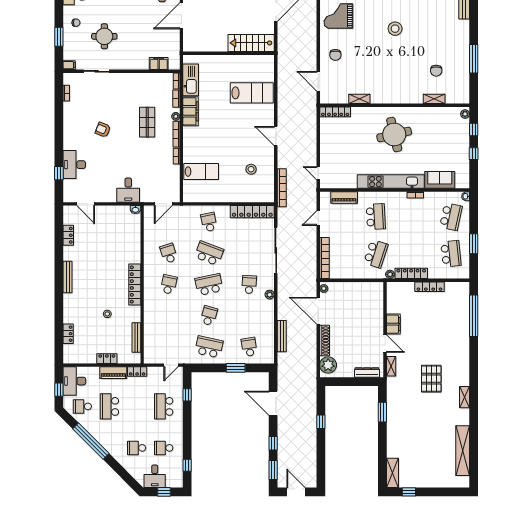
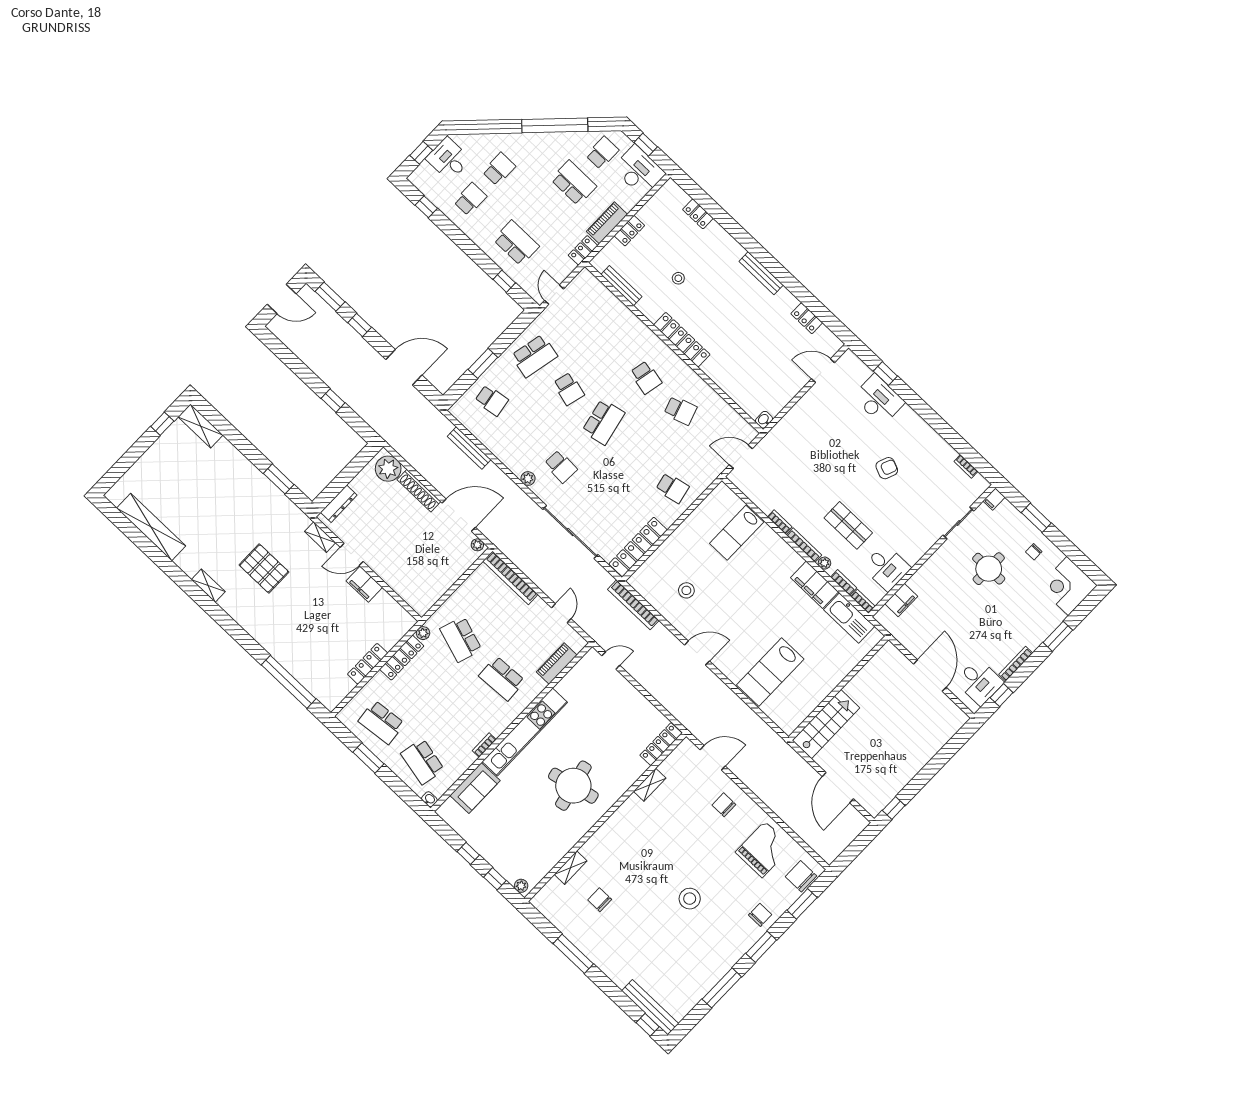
desk: (128, 190) -> (887, 568), moved, turned 180
door: (163, 204) -> (741, 457), hinge flipped
school desk: (209, 253) -> (638, 455), removed

